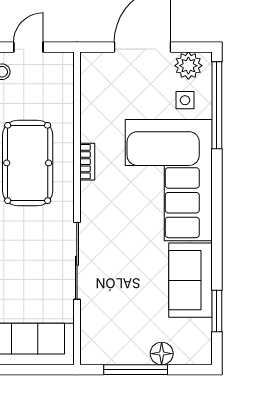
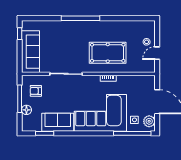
door: (28, 47) -> (157, 53), swing flipped
armchair: (117, 332) -> (36, 91), added

